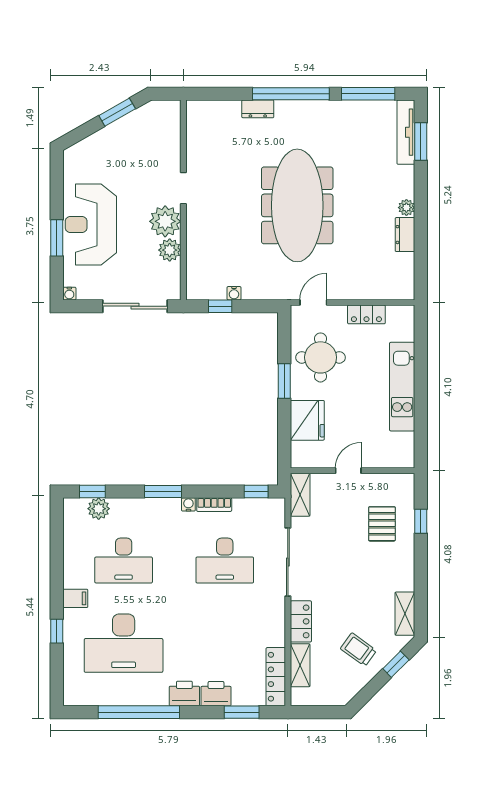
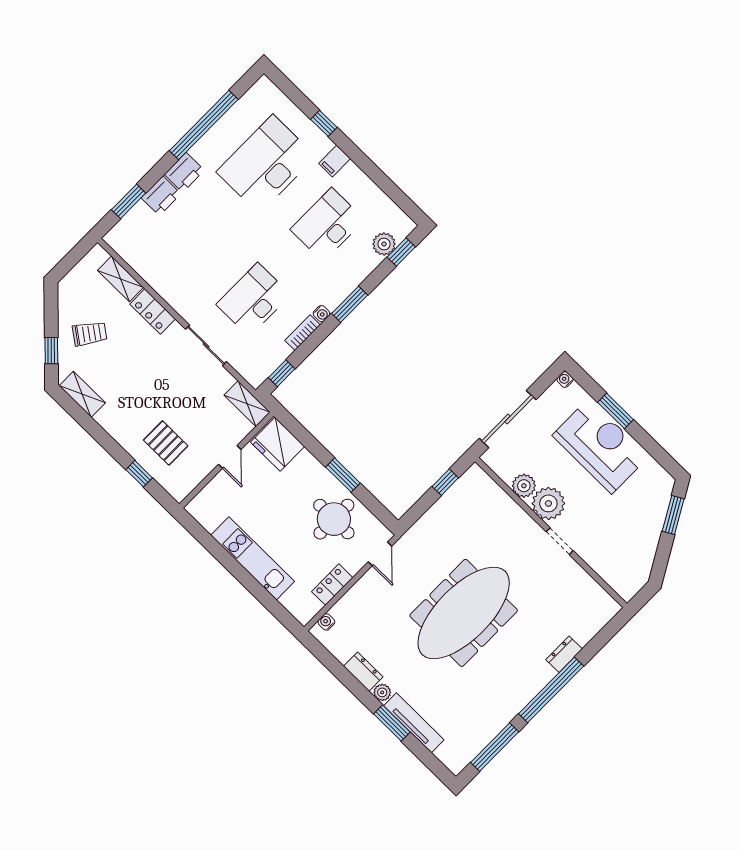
window: (117, 112) -> (673, 515), moved
tv unit: (406, 132) -> (414, 723), moved
window: (421, 141) -> (392, 723), moved
meeting table: (297, 205) -> (464, 613), turned 90
water cooler: (234, 293) -> (326, 622), moved
fridge: (307, 420) -> (278, 444), moved
sliding door: (288, 562) -> (206, 345), width x0.73
locker: (276, 677) -> (130, 252), removed

